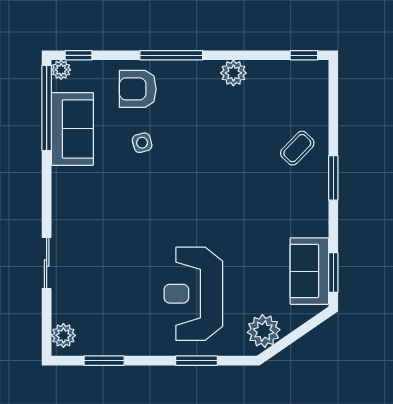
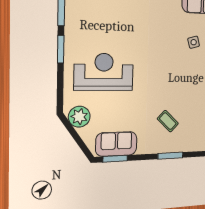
coffee table: (297, 148) -> (168, 121), moved
window: (196, 361) -> (61, 49), moved

